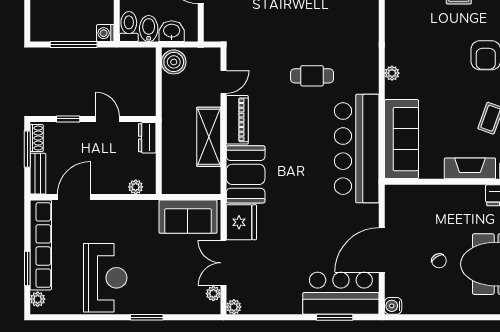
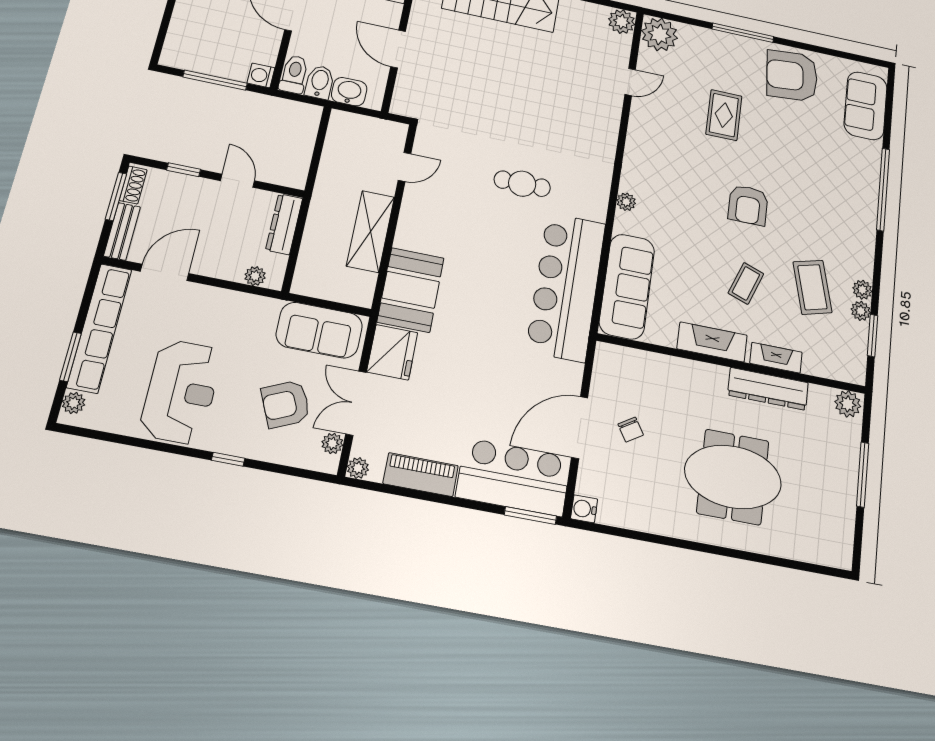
boiler: (174, 62) -> (344, 129), removed
piano: (237, 120) -> (421, 475), moved, turned -90
dresser: (147, 138) -> (284, 224), width x1.44
chair: (439, 261) -> (631, 430), moved
armchair: (176, 273) -> (286, 404), added
window: (147, 317) -> (228, 459), width x0.67
window: (335, 317) -> (530, 516), moved

